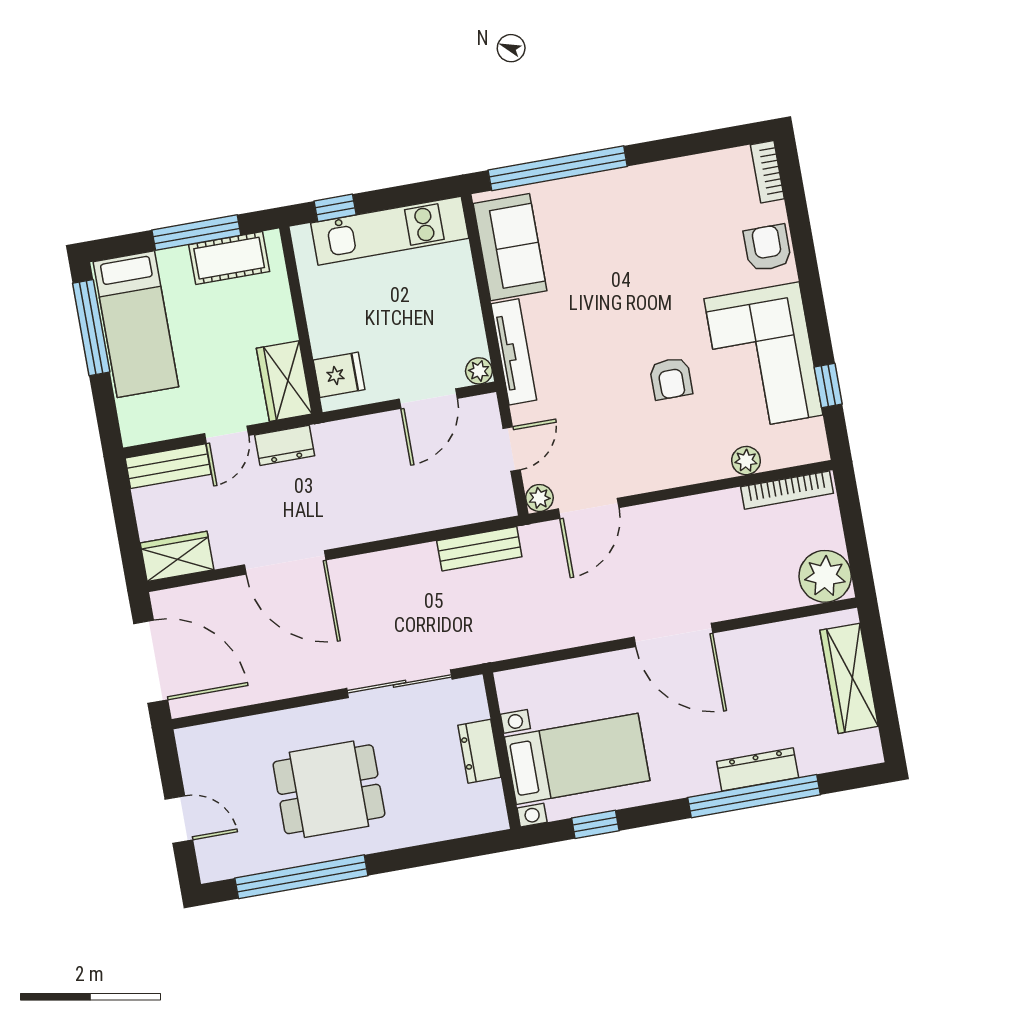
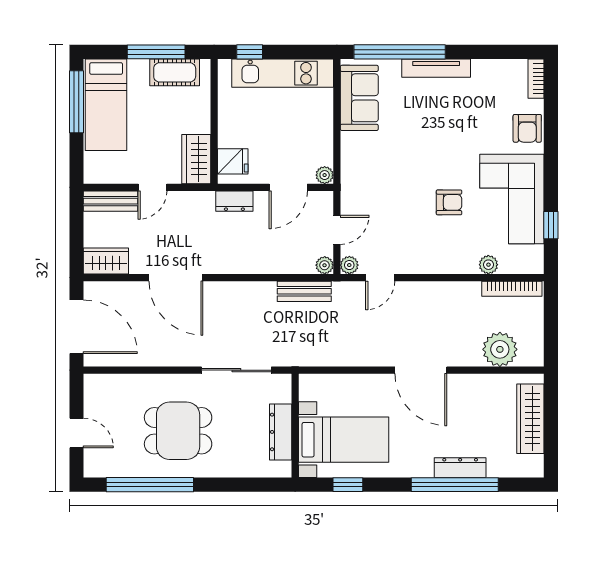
armchair: (767, 248) -> (527, 128), turned 180
tv unit: (514, 352) -> (436, 68), moved, turned 90
armchair: (671, 379) -> (449, 202), turned -90
dresser: (285, 445) -> (234, 201), moved
plant: (503, 505) -> (325, 265), added
door: (589, 508) -> (380, 278), width x0.73
plant: (825, 576) -> (500, 349), moved
dresser: (479, 751) -> (281, 432), width x1.44

